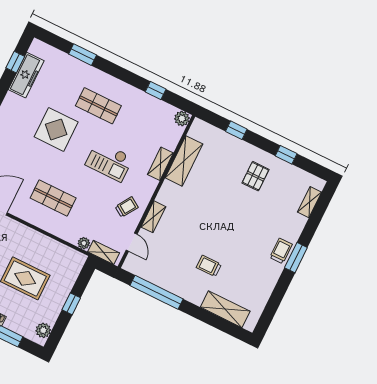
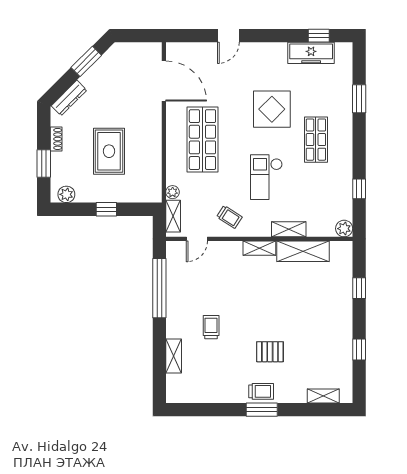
pallet: (255, 176) -> (270, 352), moved
shop shelf: (53, 198) -> (202, 140), width x1.43, depth x1.36
shelving: (153, 217) -> (259, 248), moved
shelving: (225, 309) -> (174, 356), width x0.67, depth x0.75

